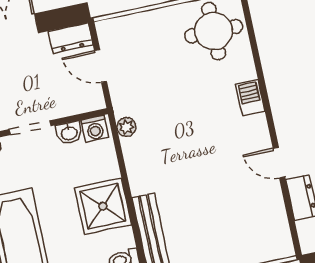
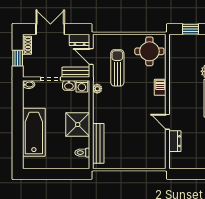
sun lounger: (157, 77) -> (117, 68), added
bench: (77, 104) -> (76, 72), added

